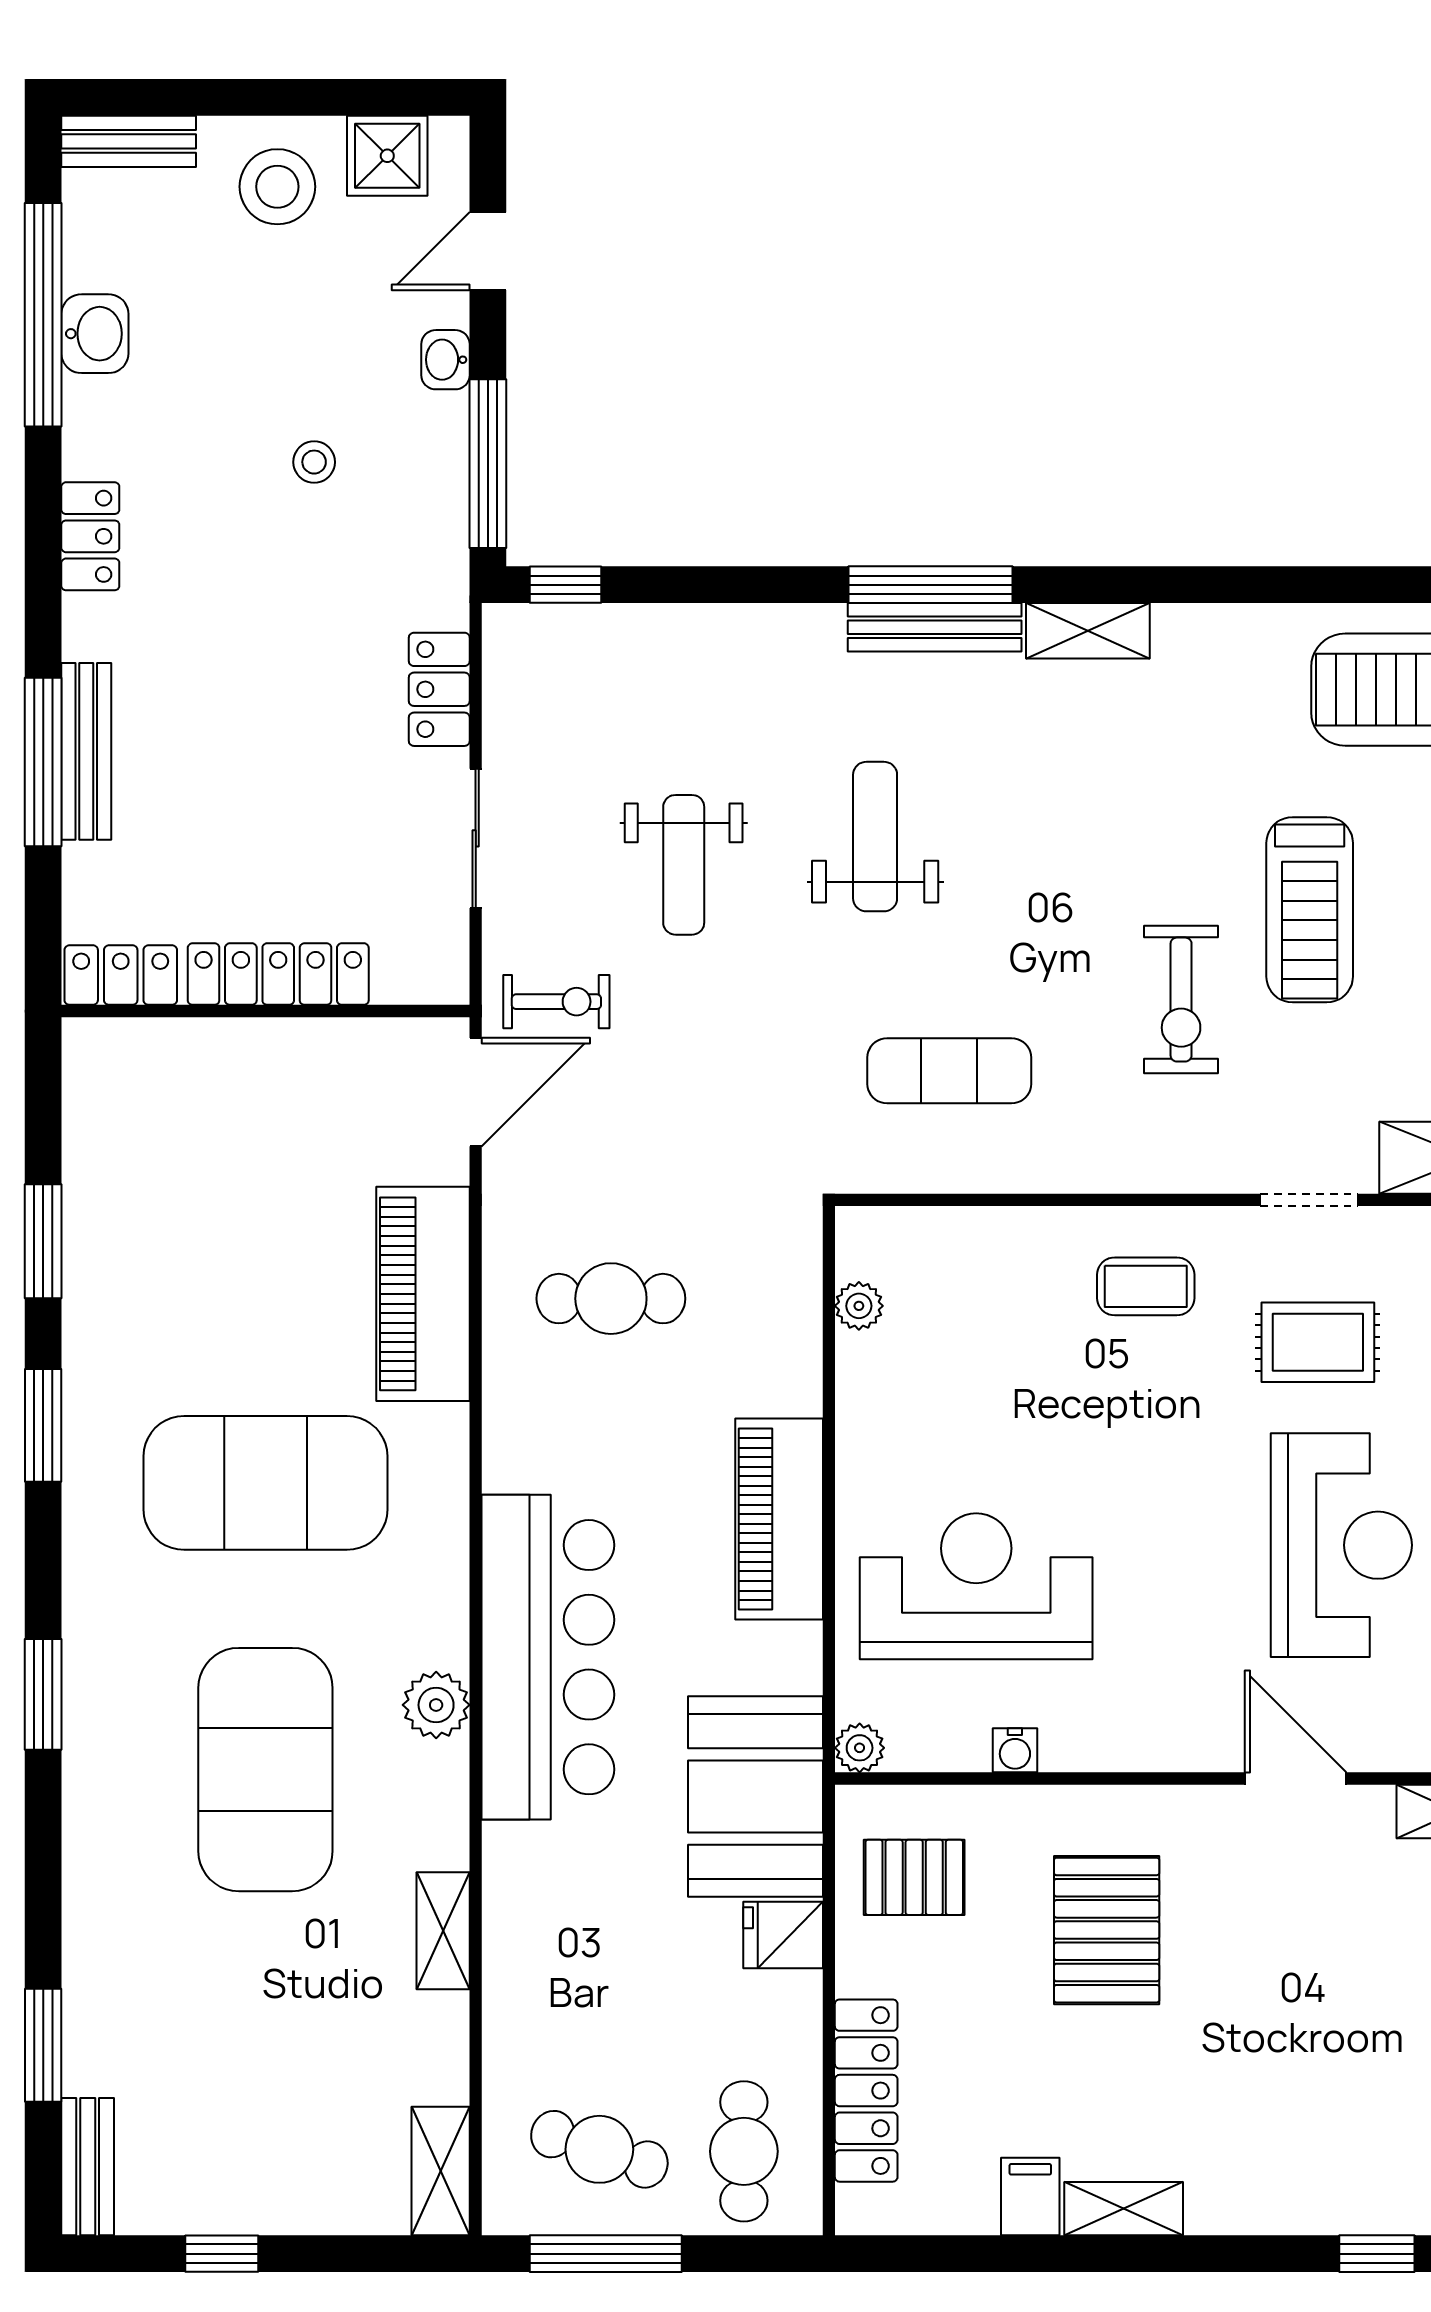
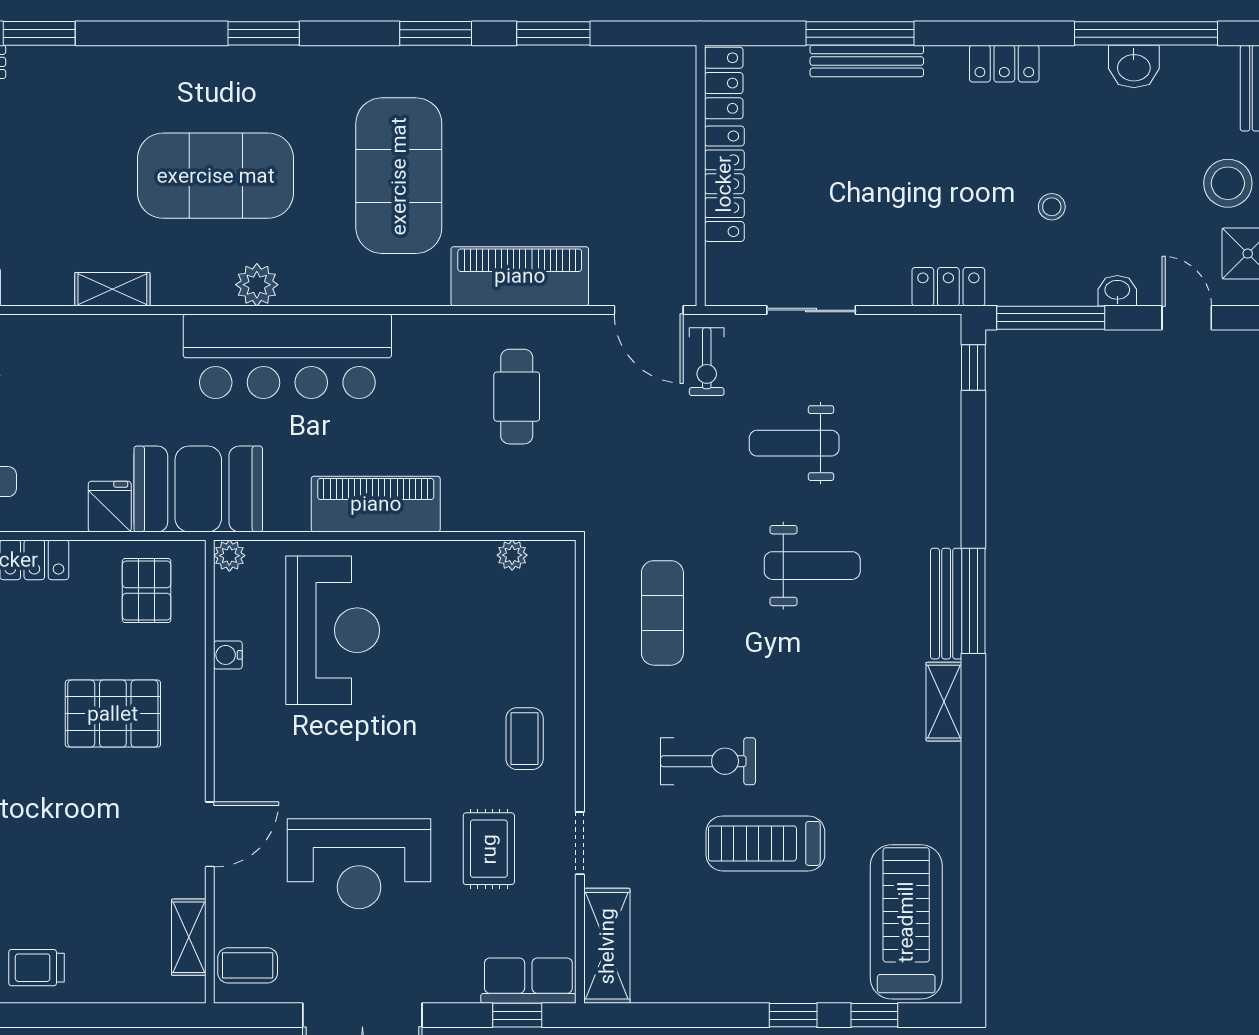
locker: (439, 689) -> (948, 287), moved
exercise bike: (1181, 1000) -> (708, 761), turned 180

